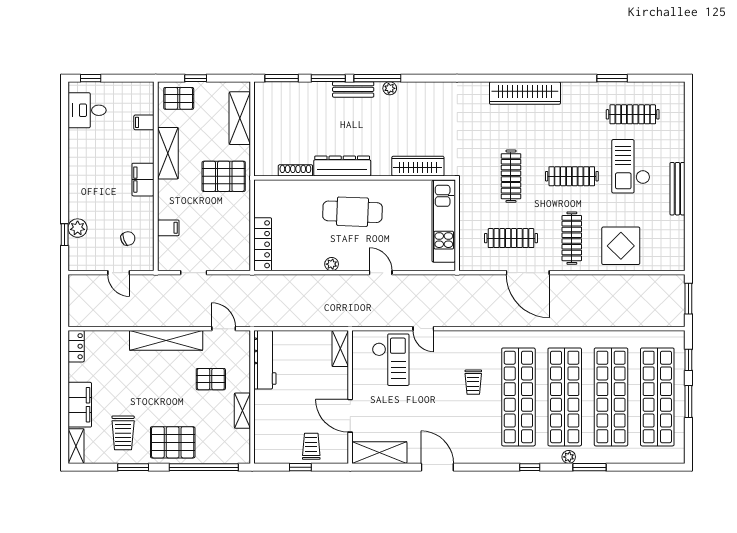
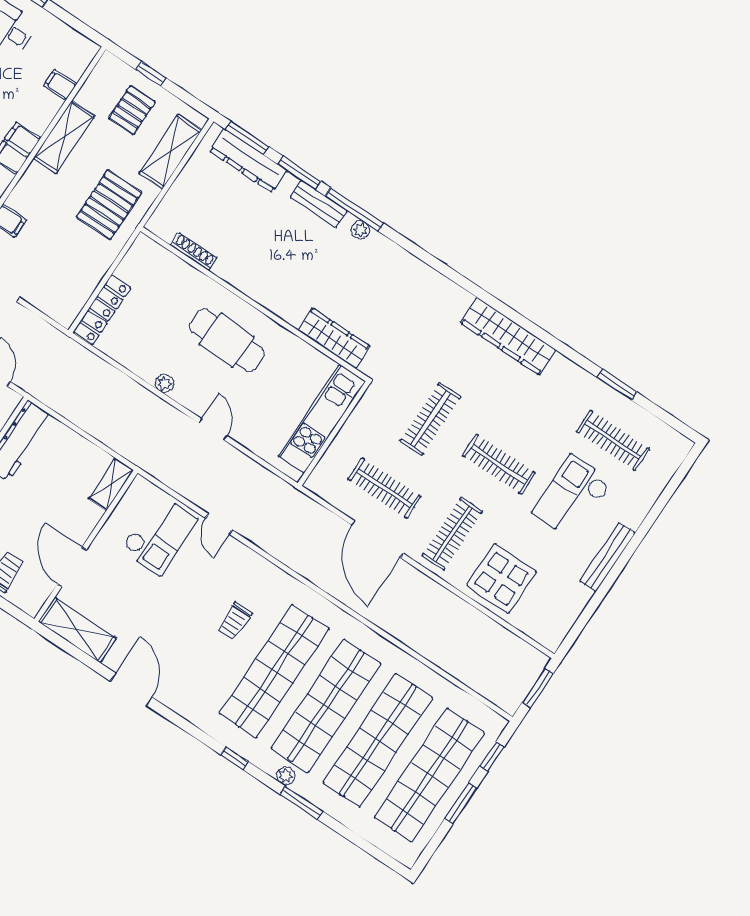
pallet: (179, 98) -> (132, 110), moved, turned 90
dresser: (342, 166) -> (248, 161), moved, turned 180
pallet: (224, 176) -> (109, 205), turned 90

